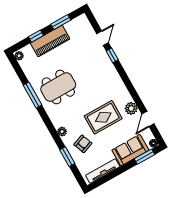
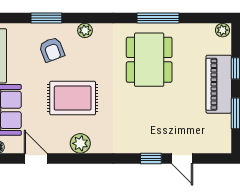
plant: (131, 108) -> (80, 143), moved
rug: (103, 117) -> (73, 98), turned 90

